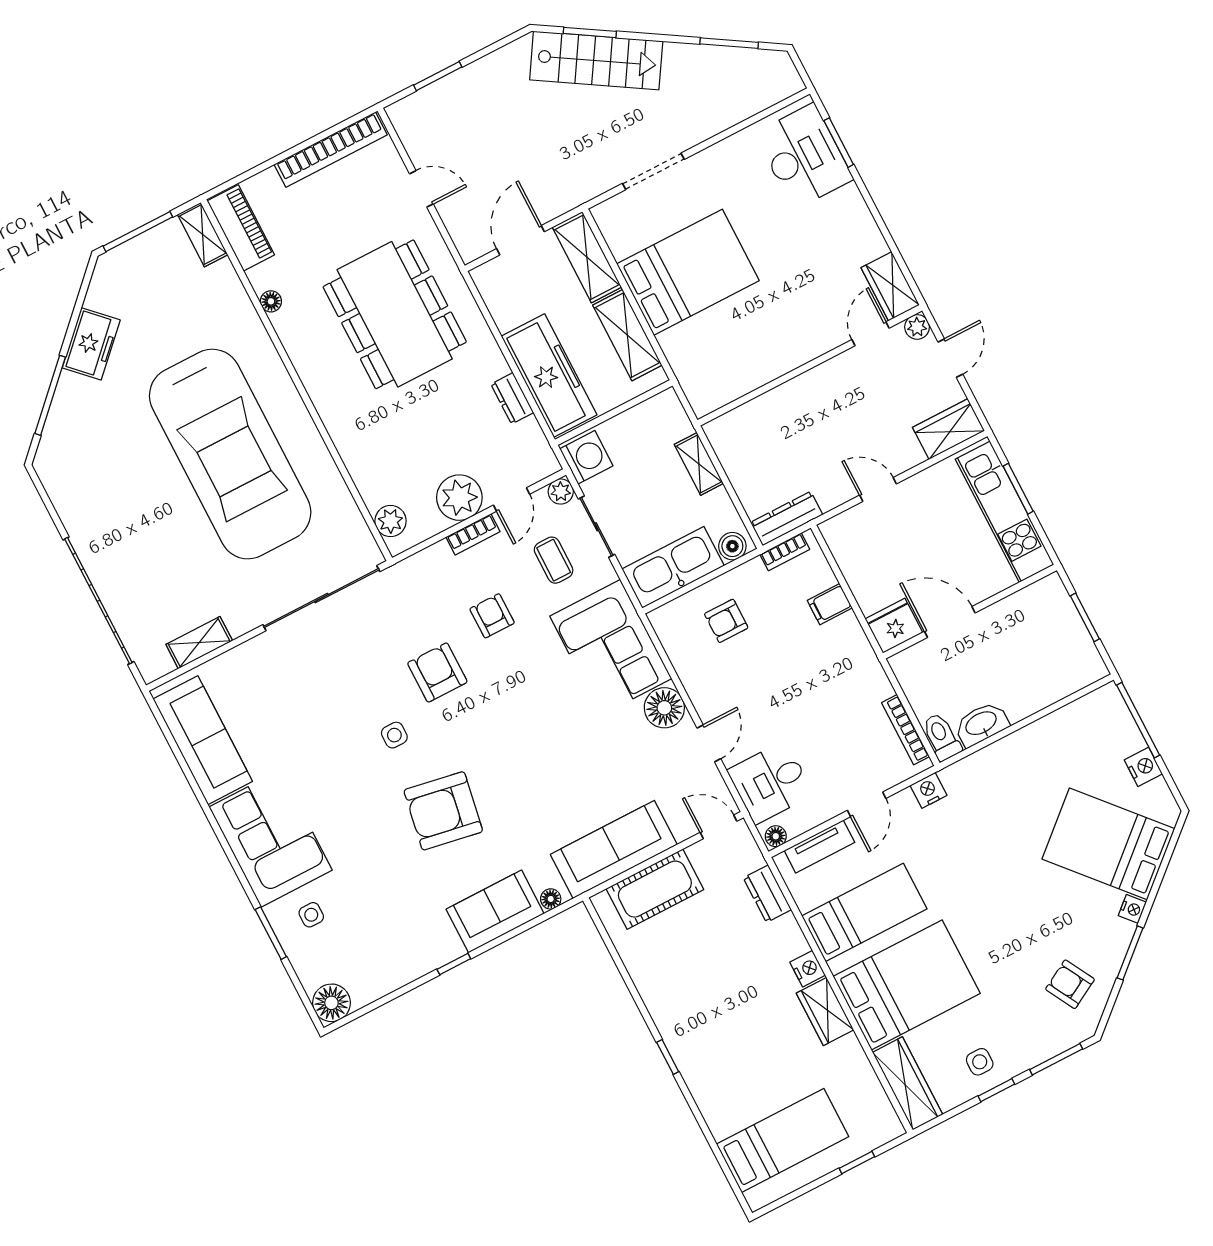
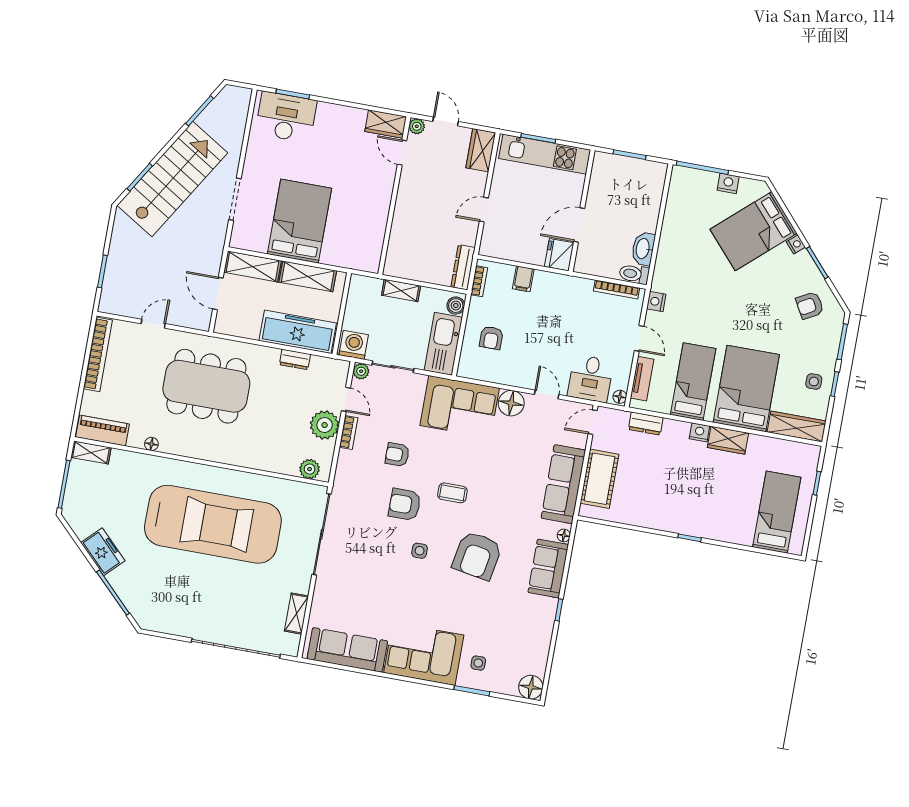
stairs: (596, 61) -> (172, 179), width x1.36, depth x1.51
coffee table: (554, 560) -> (452, 493), moved

